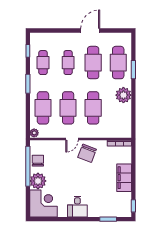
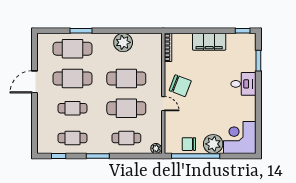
door: (90, 30) -> (34, 82), hinge flipped
plant: (123, 95) -> (123, 42), moved
cafe table: (43, 108) -> (126, 138), width x0.73, depth x0.74
desk: (77, 207) -> (243, 84), moved

